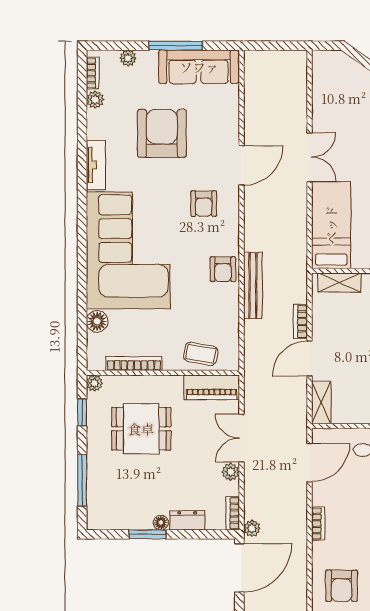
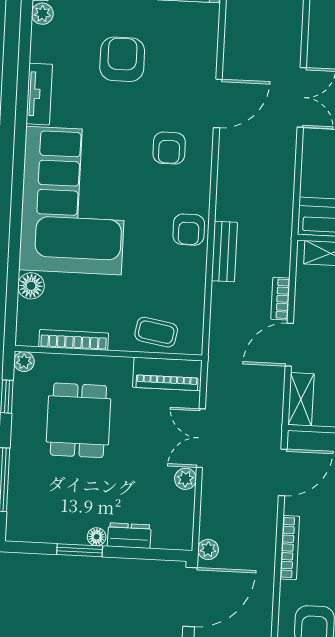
armchair: (162, 133) -> (122, 59), width x0.73, depth x0.73
bench: (253, 285) -> (224, 252), width x0.73
dining table: (141, 429) -> (78, 420), turned 90
bookcase: (233, 513) -> (185, 530), removed
bookcase: (318, 523) -> (290, 548), width x1.56

